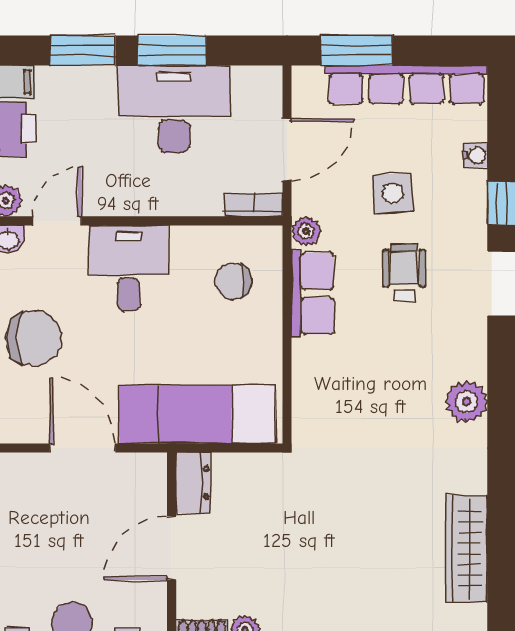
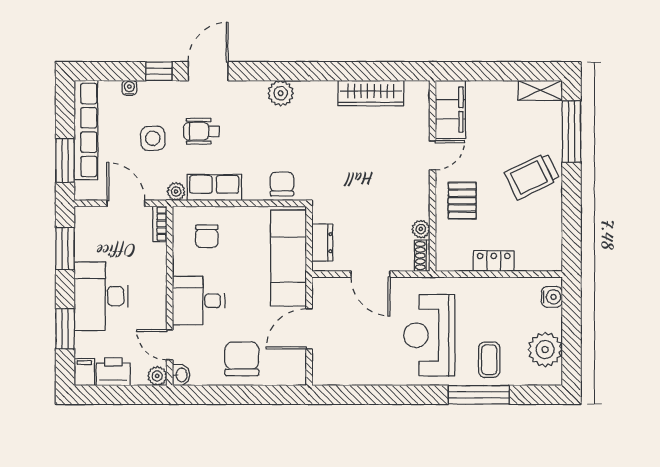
window: (172, 50) -> (65, 249), moved
desk: (174, 109) -> (101, 296), moved
chair: (318, 404) -> (282, 184), added
dresser: (193, 483) -> (322, 243), moved, turned 90

